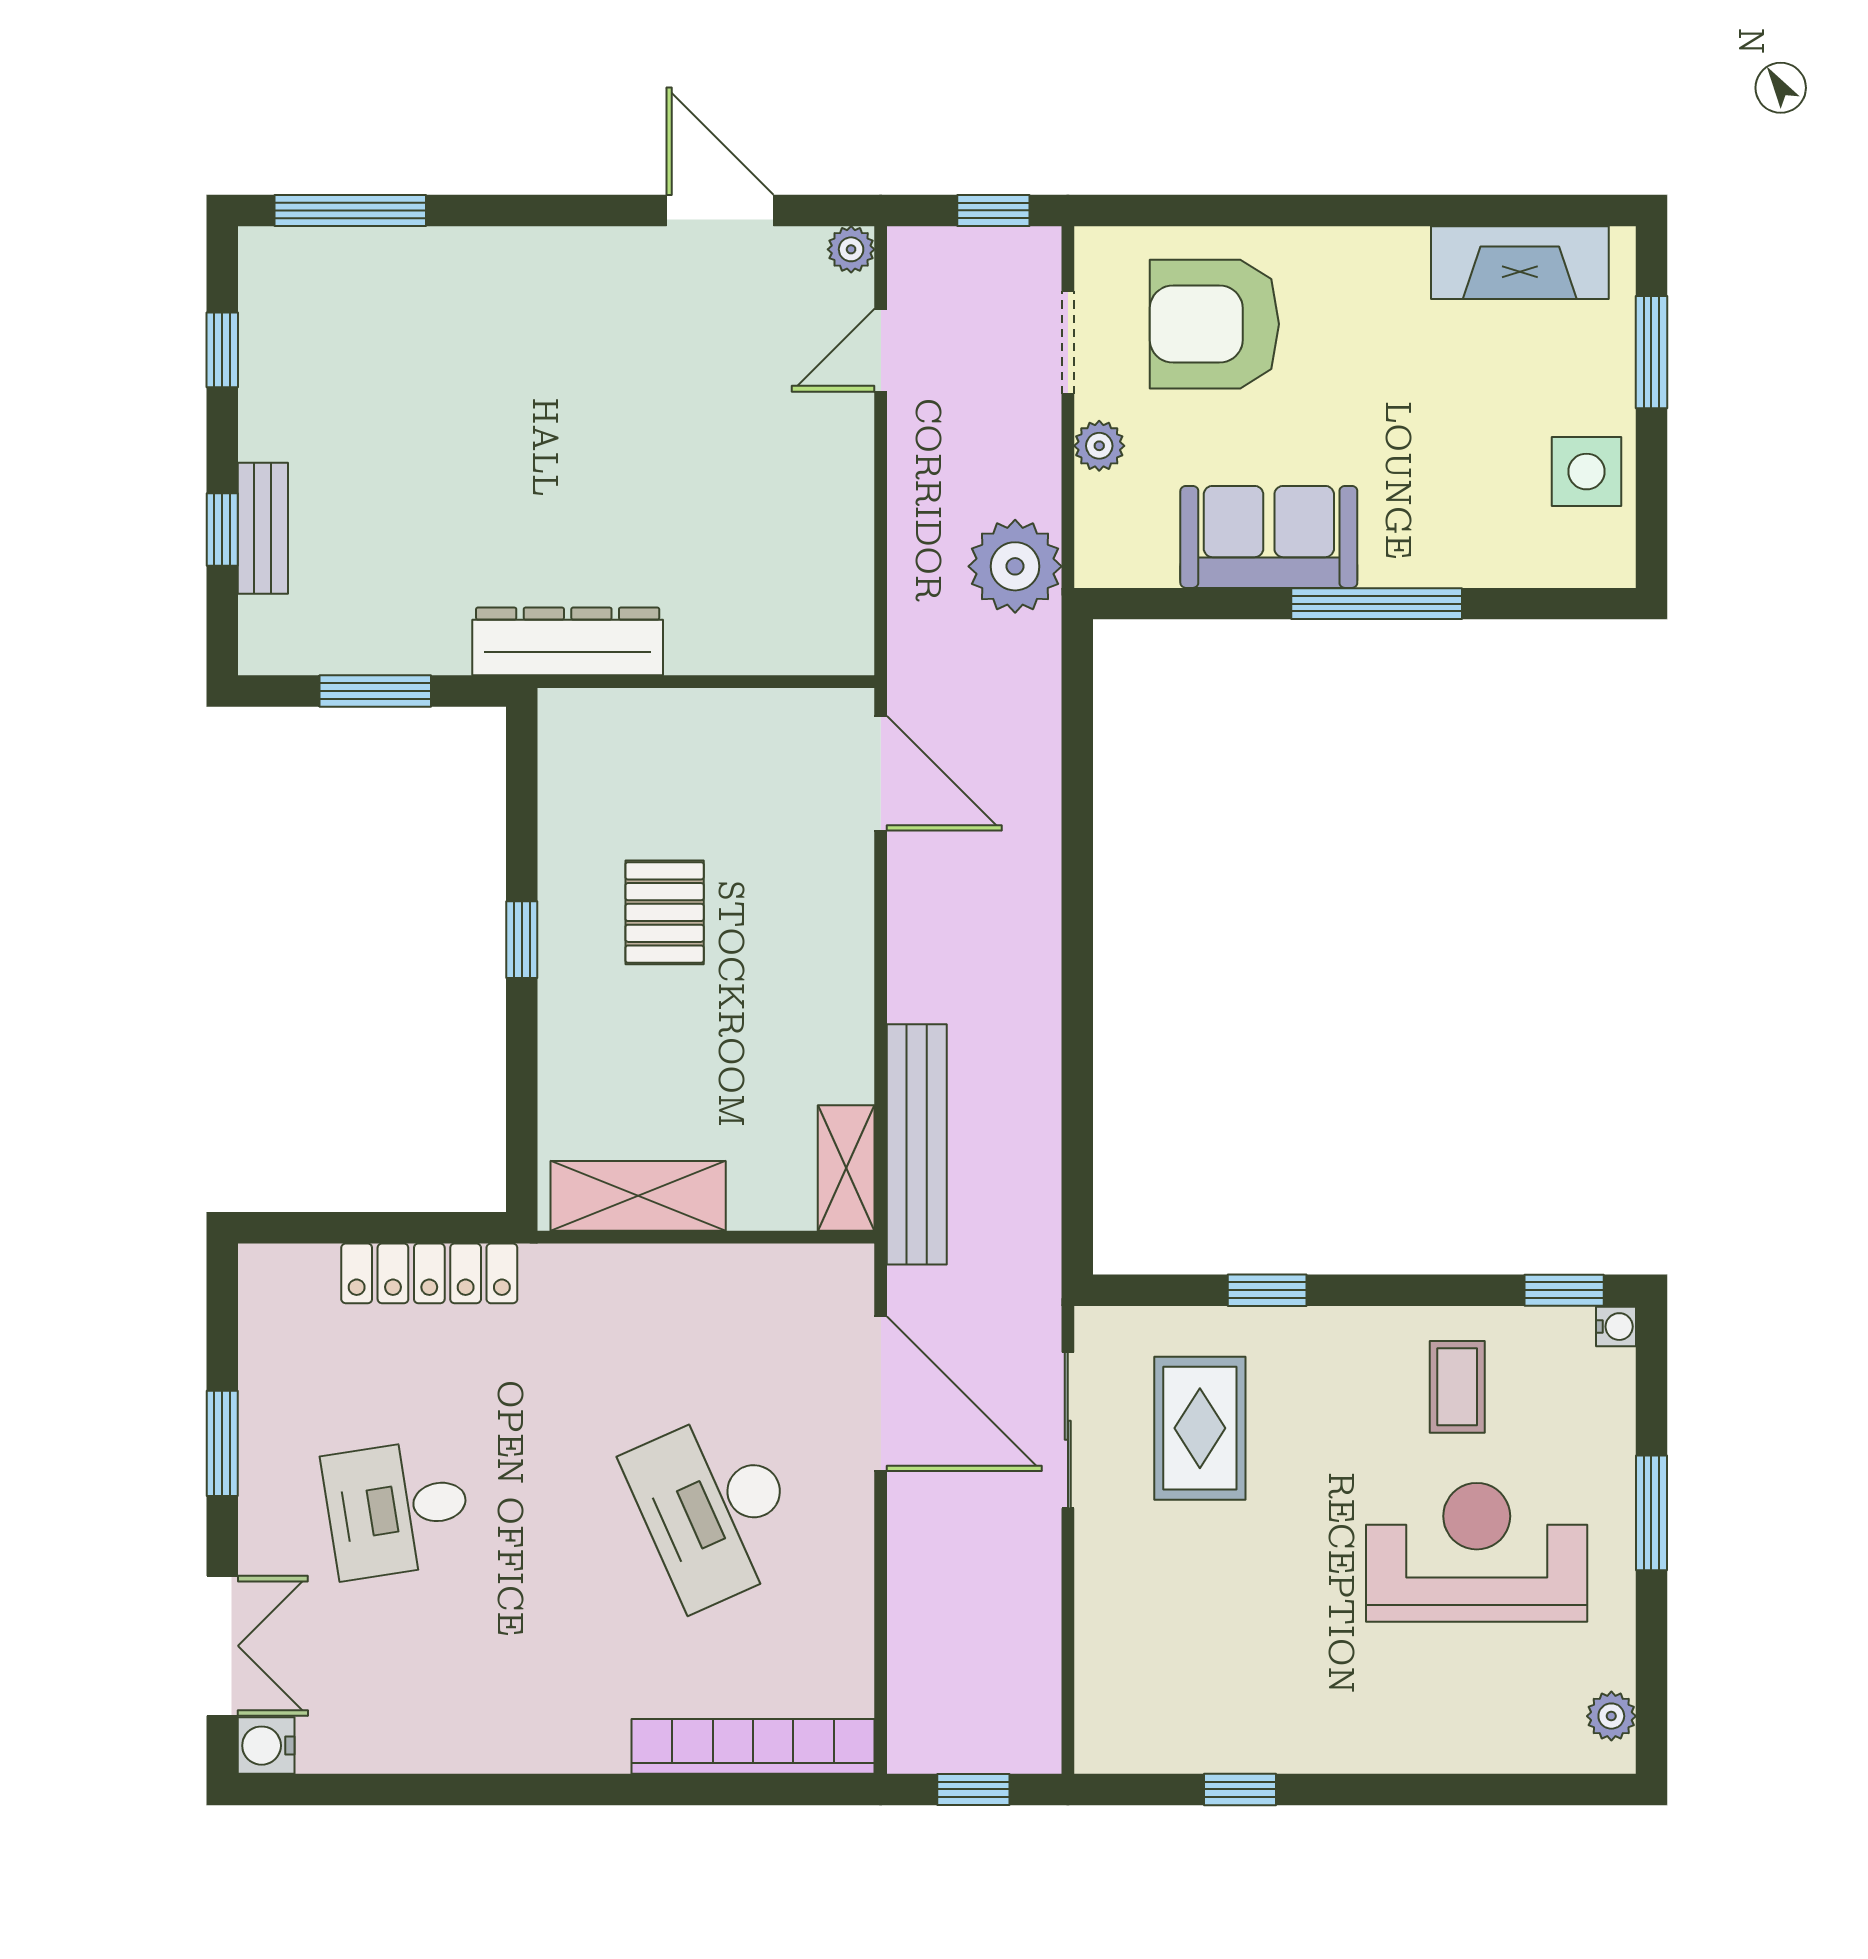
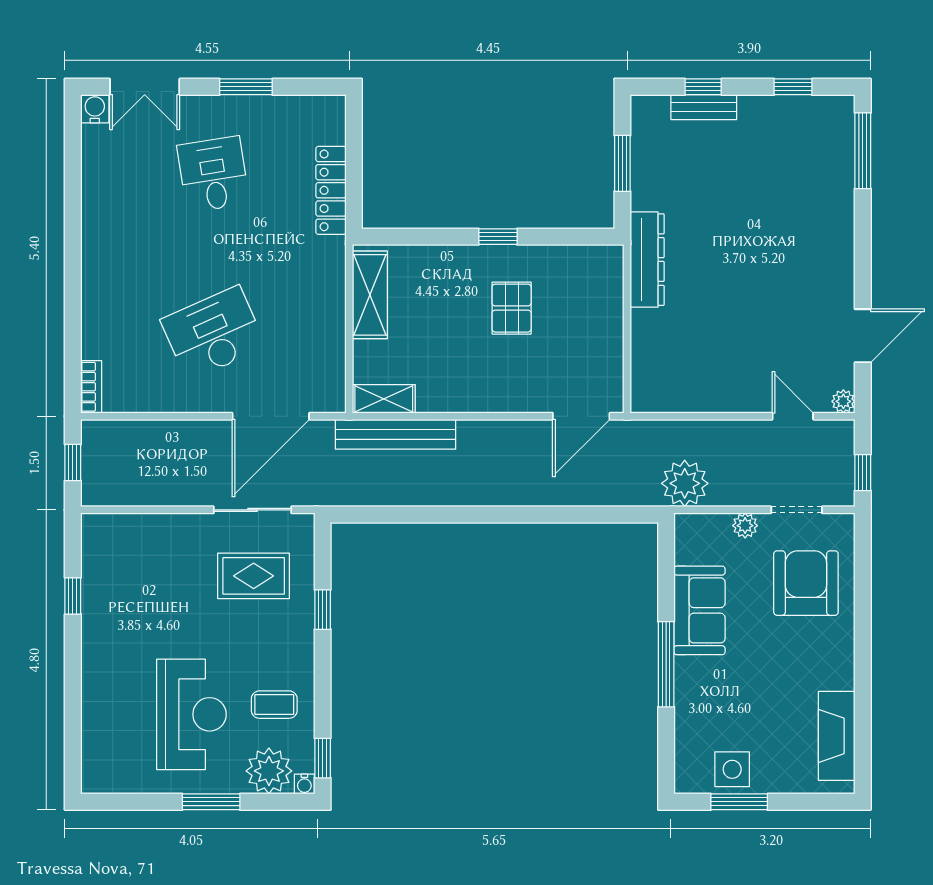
window: (1651, 352) -> (739, 802), moved
pallet: (665, 912) -> (512, 308), turned 90
plant: (1611, 1716) -> (269, 771), moved, width x1.87, depth x1.87
bookcase: (753, 1746) -> (91, 387), width x0.43, depth x0.76

